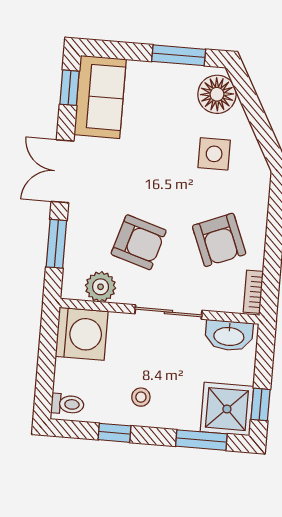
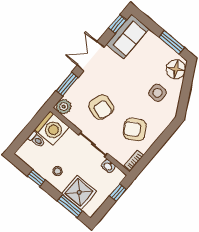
armchair: (219, 240) -> (135, 129), turned 80
plant: (101, 287) -> (64, 107), moved
washbasin: (229, 336) -> (108, 166), width x0.52, depth x0.69
toilet: (67, 404) -> (37, 140), moved
window: (261, 404) -> (118, 192), moved
shower: (227, 409) -> (79, 192), moved

